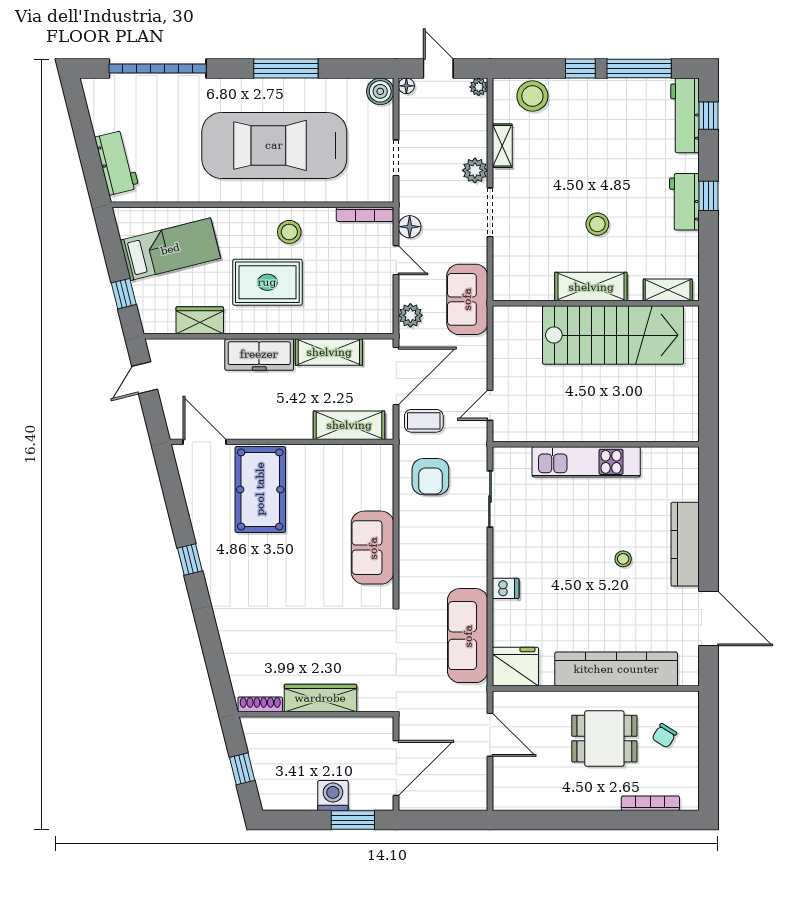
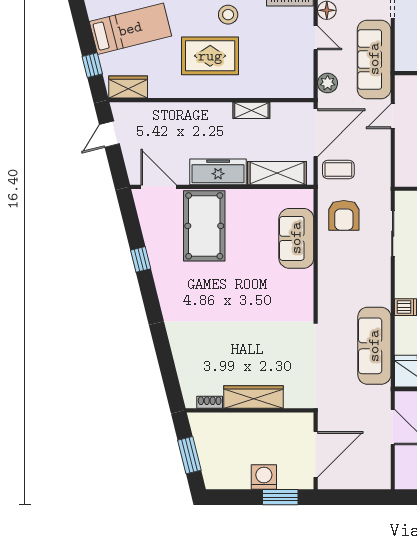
sofa: (467, 299) -> (374, 59), width x1.36
wardrobe: (200, 320) -> (128, 87), moved
shelving: (329, 352) -> (251, 110), width x0.67, depth x0.75
freezer: (259, 354) -> (218, 172), moved, turned 180
door: (490, 405) -> (393, 116), moved
sofa: (373, 548) -> (296, 238), moved
window: (190, 559) -> (141, 259), moved
shoe rack: (260, 704) -> (210, 402), width x0.70
window: (242, 769) -> (189, 455), width x1.50

